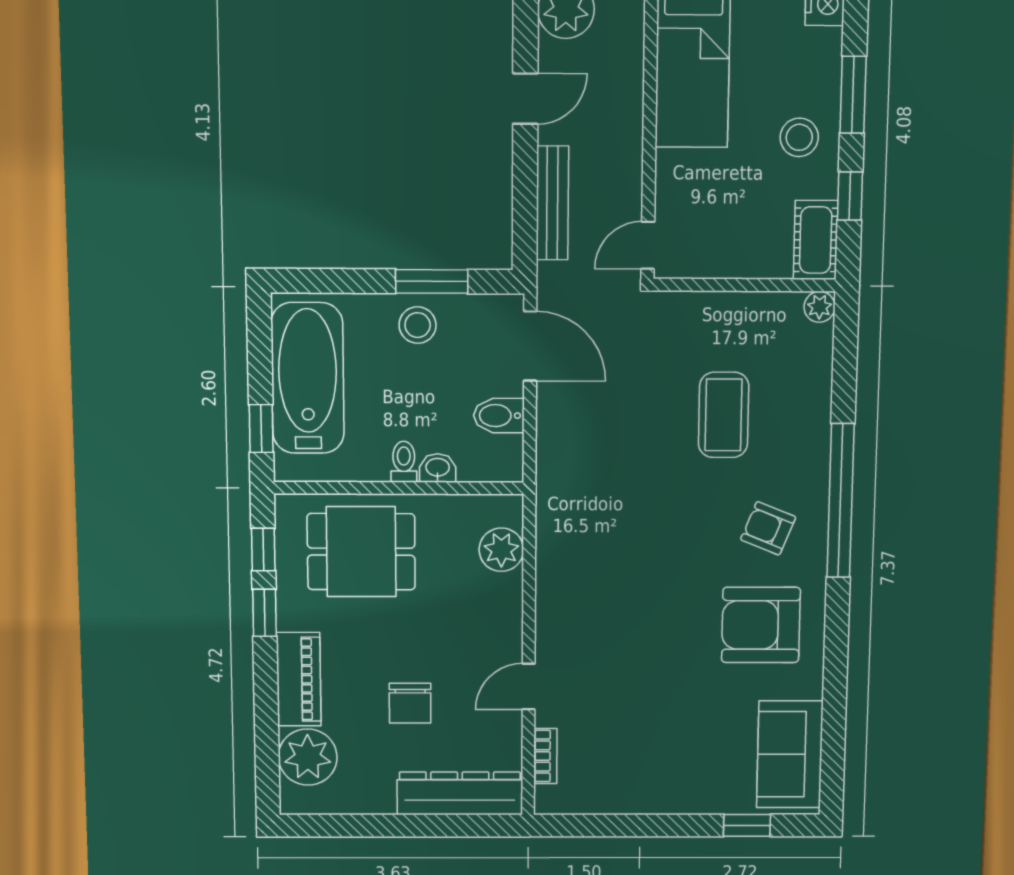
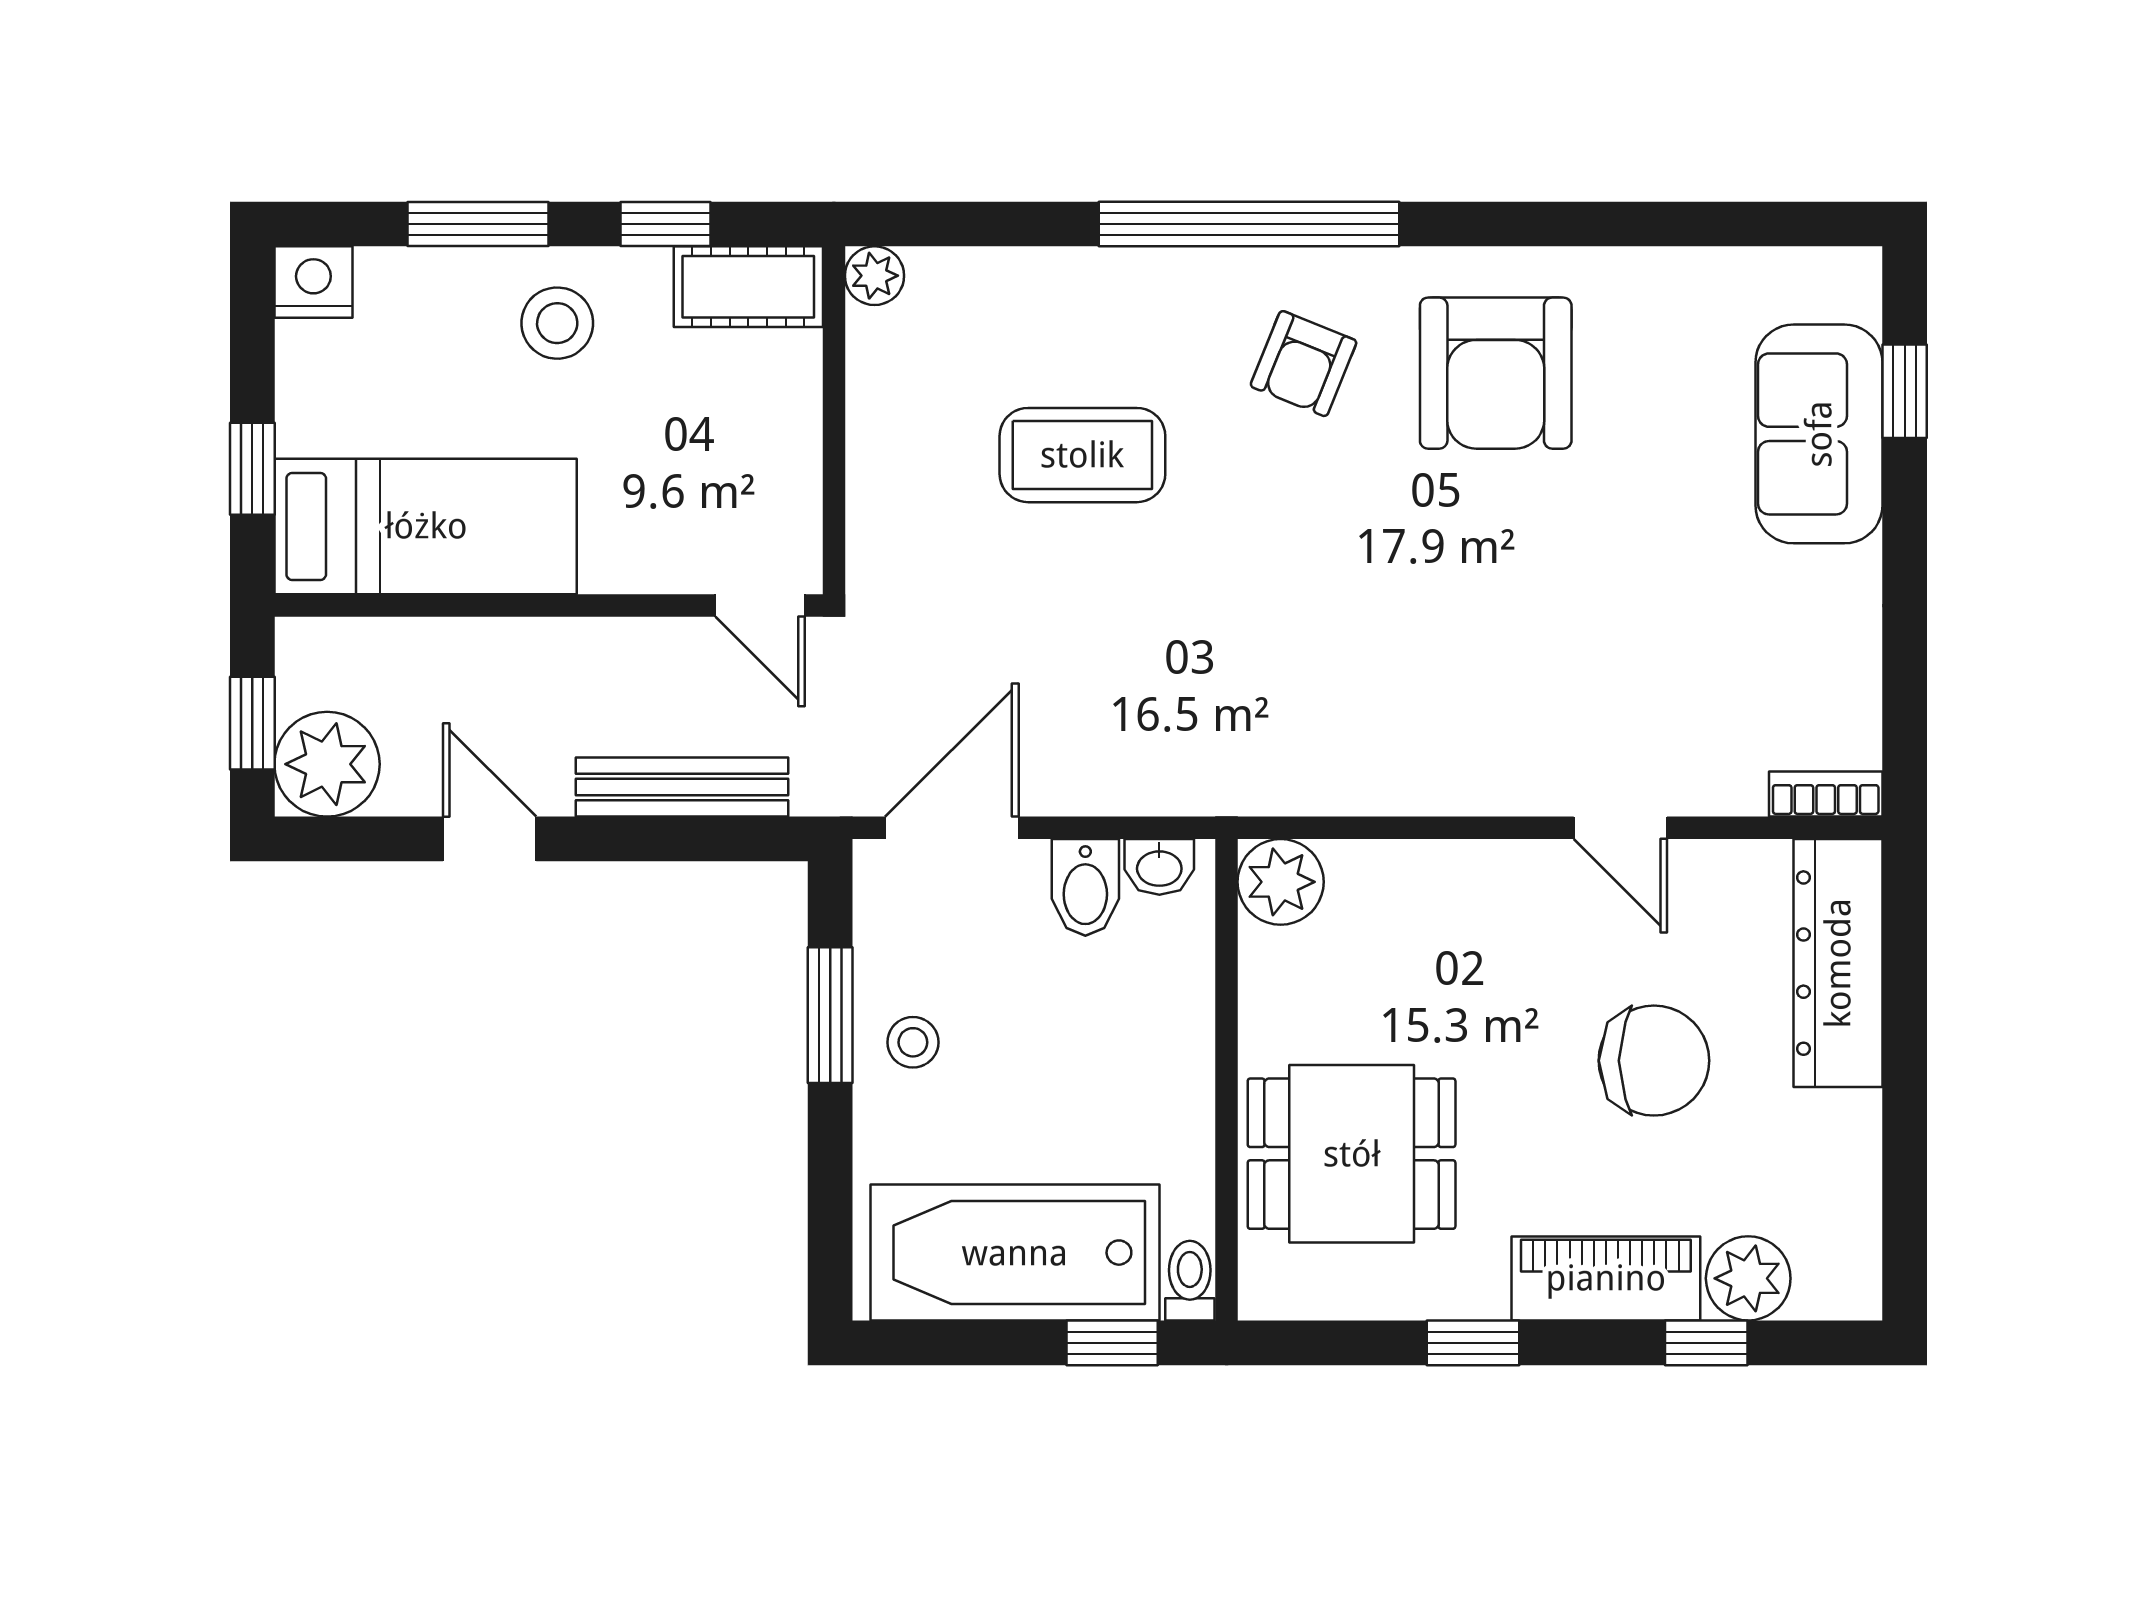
stool: (418, 325) -> (913, 1042), width x0.73, depth x0.73
toilet: (404, 462) -> (1190, 1281), moved, turned 90
washbasin: (438, 468) -> (1159, 867), moved, turned -90
window: (263, 550) -> (1706, 1343), moved
plant: (501, 550) -> (1281, 882), moved
dining table: (361, 552) -> (1352, 1154), turned 90
chair: (410, 703) -> (1654, 1061), width x1.37, depth x1.37
sofa: (790, 754) -> (1819, 434), moved, turned 90
bookcase: (545, 756) -> (1826, 794), moved
plant: (308, 757) -> (1748, 1278), width x0.73, depth x0.73

